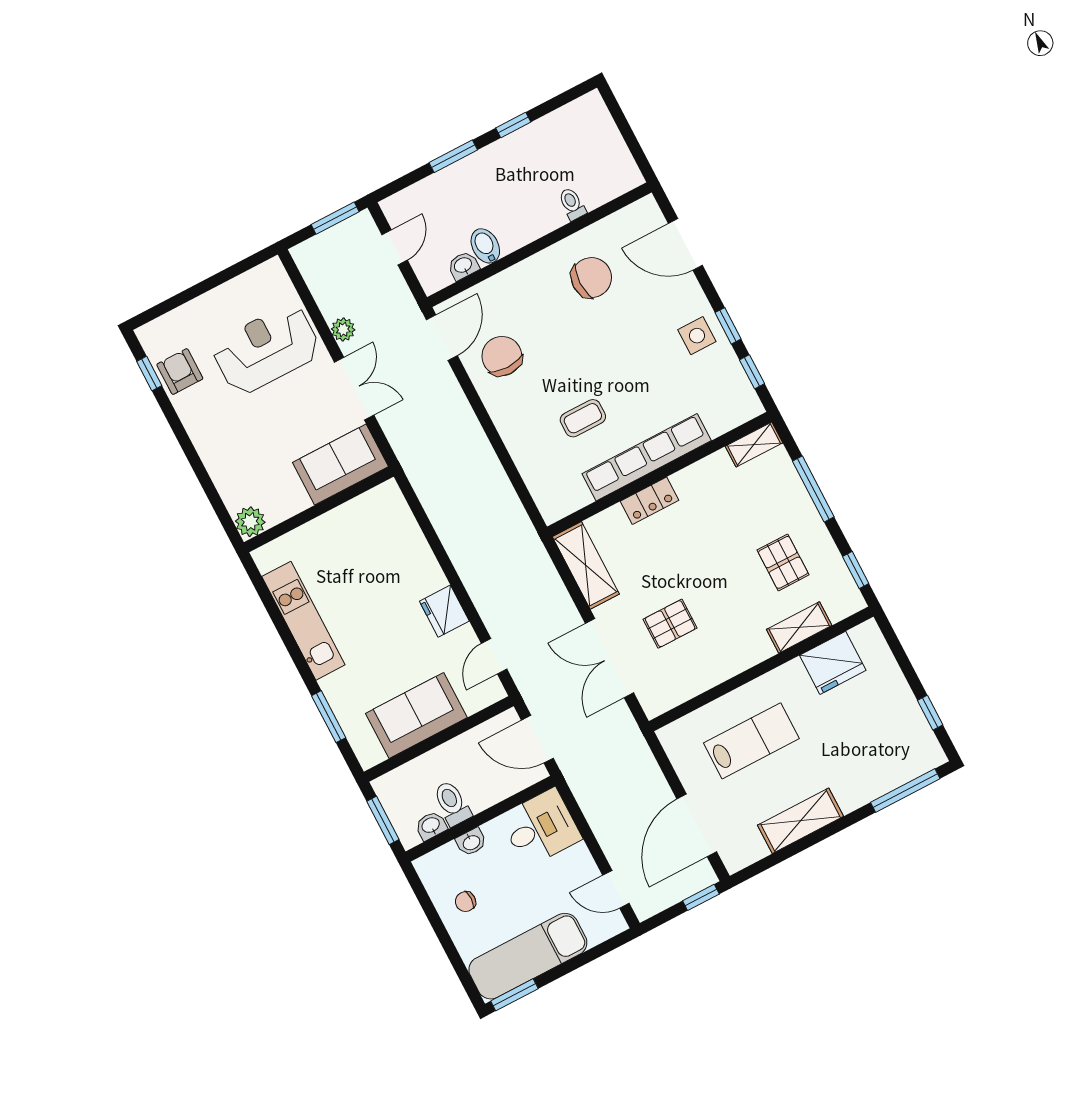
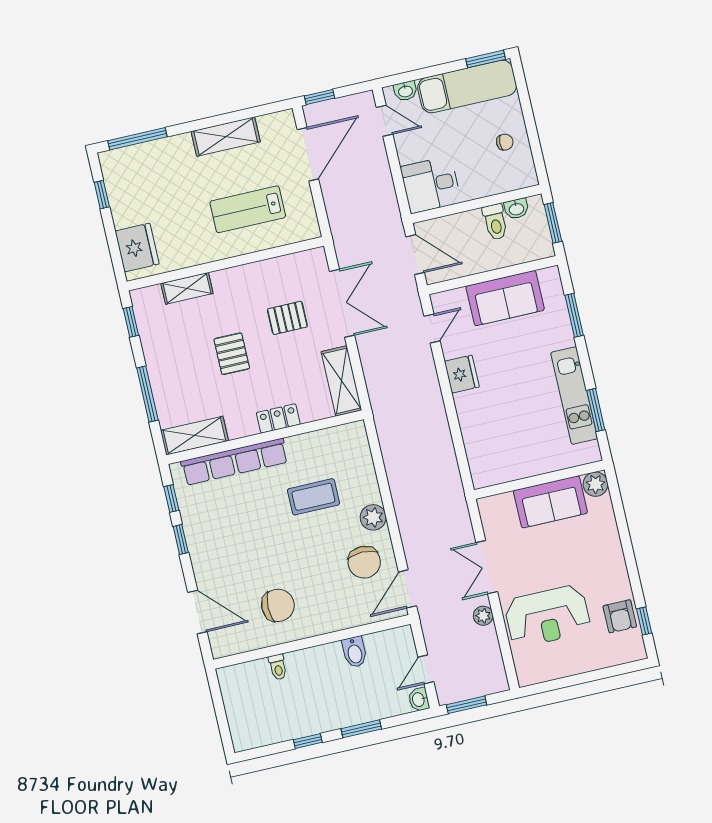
washbasin: (463, 266) -> (419, 700), moved, turned 90
chair: (591, 278) -> (278, 605), turned 180
side table: (697, 336) -> (207, 538), removed
plant: (505, 412) -> (373, 517), added
coffee table: (583, 418) -> (313, 497), width x1.36, depth x1.30
shelving: (754, 445) -> (194, 436), width x1.50, depth x1.33
row of seats: (647, 457) -> (234, 462), moved
sofa: (340, 464) -> (550, 502), moved
pallet: (783, 562) -> (232, 354), moved
window: (273, 610) -> (596, 410), added
fridge: (833, 663) -> (137, 248), moved, turned 90
washbasin: (471, 842) -> (405, 91), moved, turned 180

